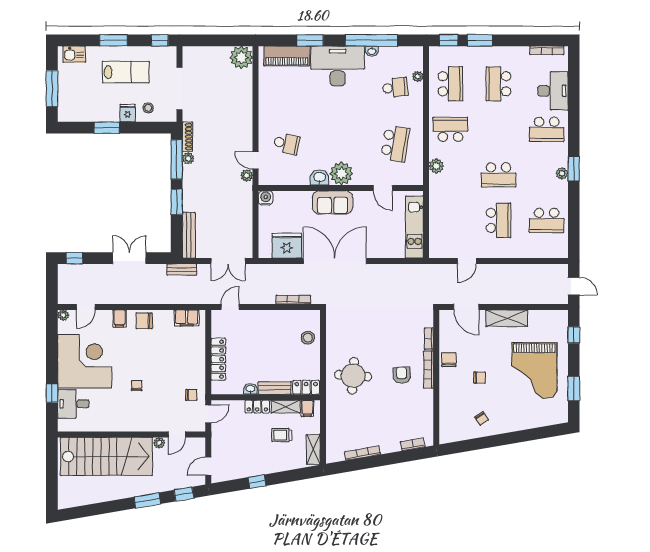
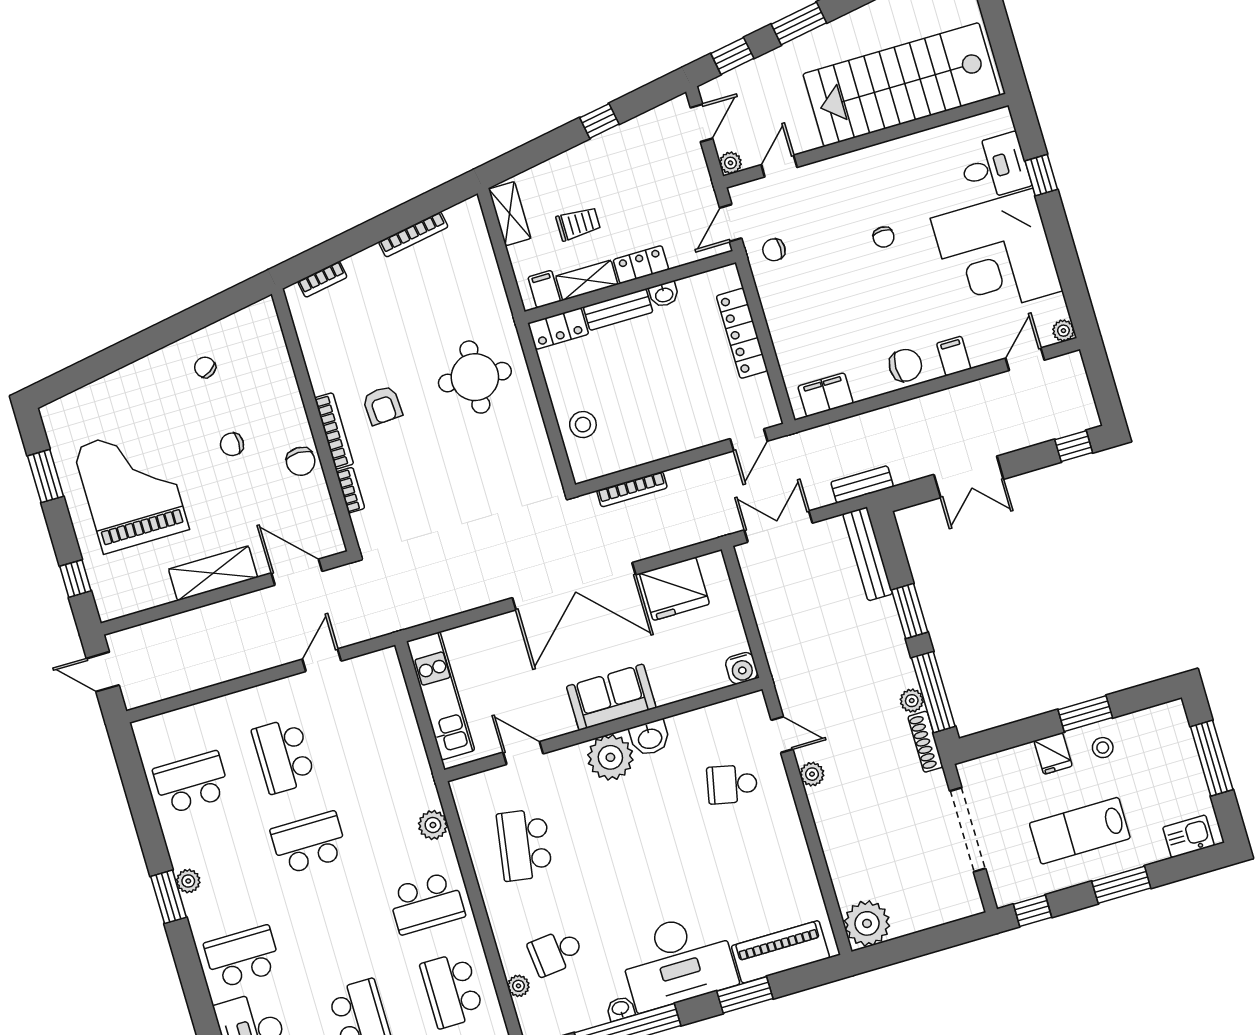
stool: (148, 108) -> (1103, 748), moved
plant: (247, 175) -> (812, 774), moved
plant: (159, 443) -> (731, 163), moved

